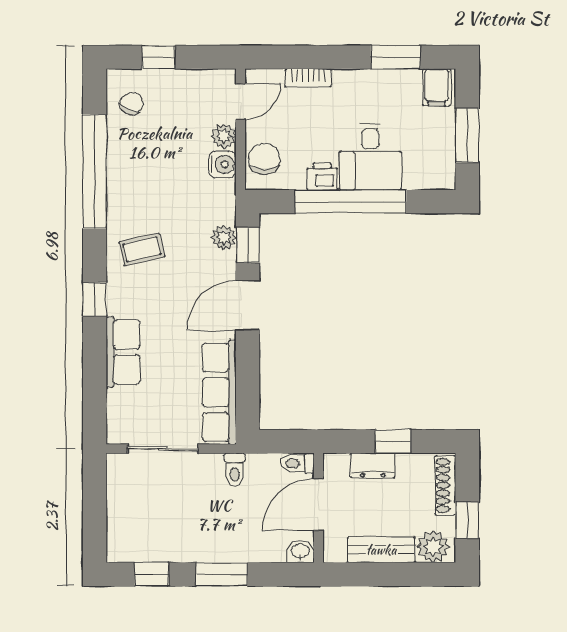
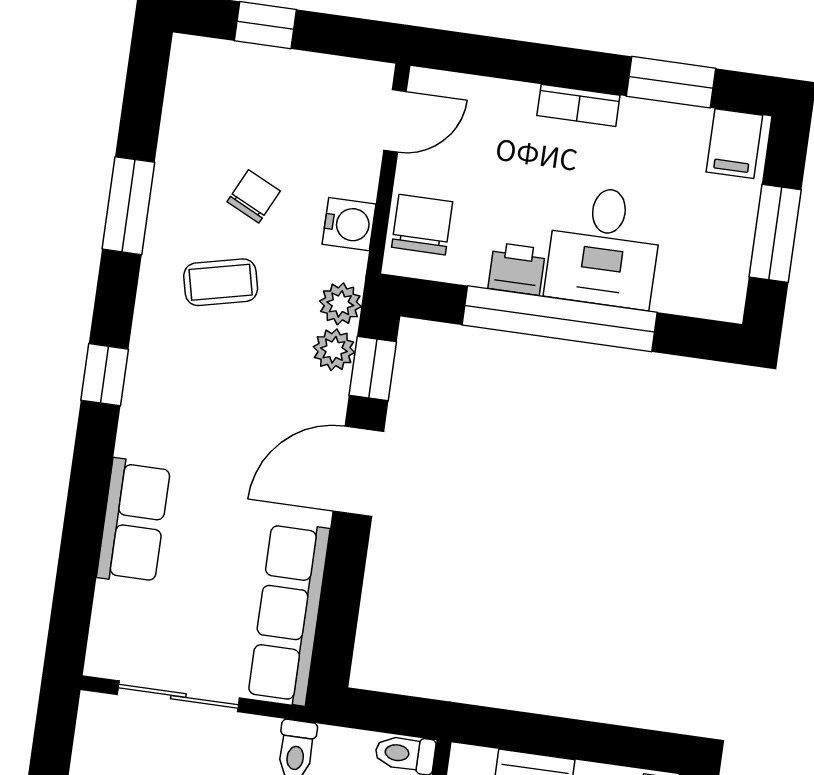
bookcase: (308, 78) -> (578, 105), moved
chair: (132, 103) -> (254, 196), moved
plant: (224, 136) -> (340, 304), moved
window: (95, 172) -> (128, 206), width x0.47
coffee table: (142, 249) -> (221, 282), moved
window: (95, 299) -> (105, 375), moved
window: (393, 441) -> (574, 739), removed

